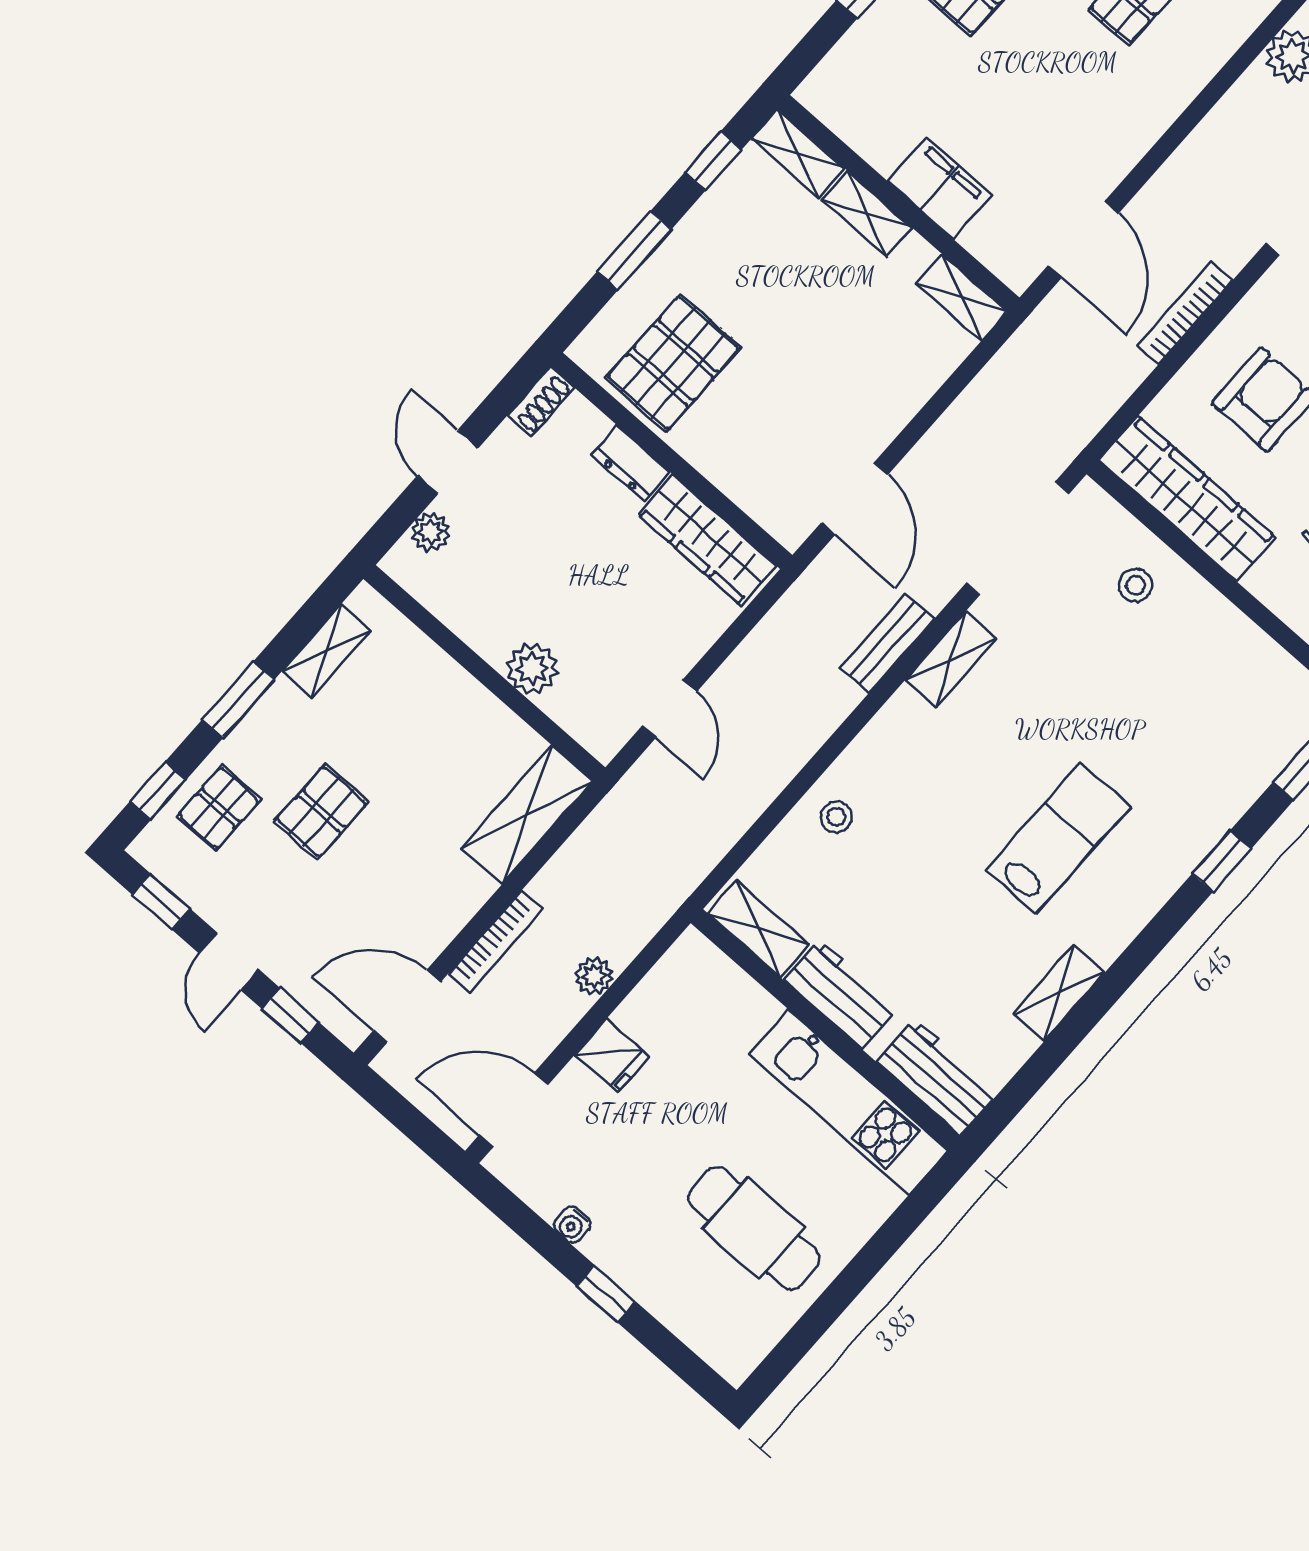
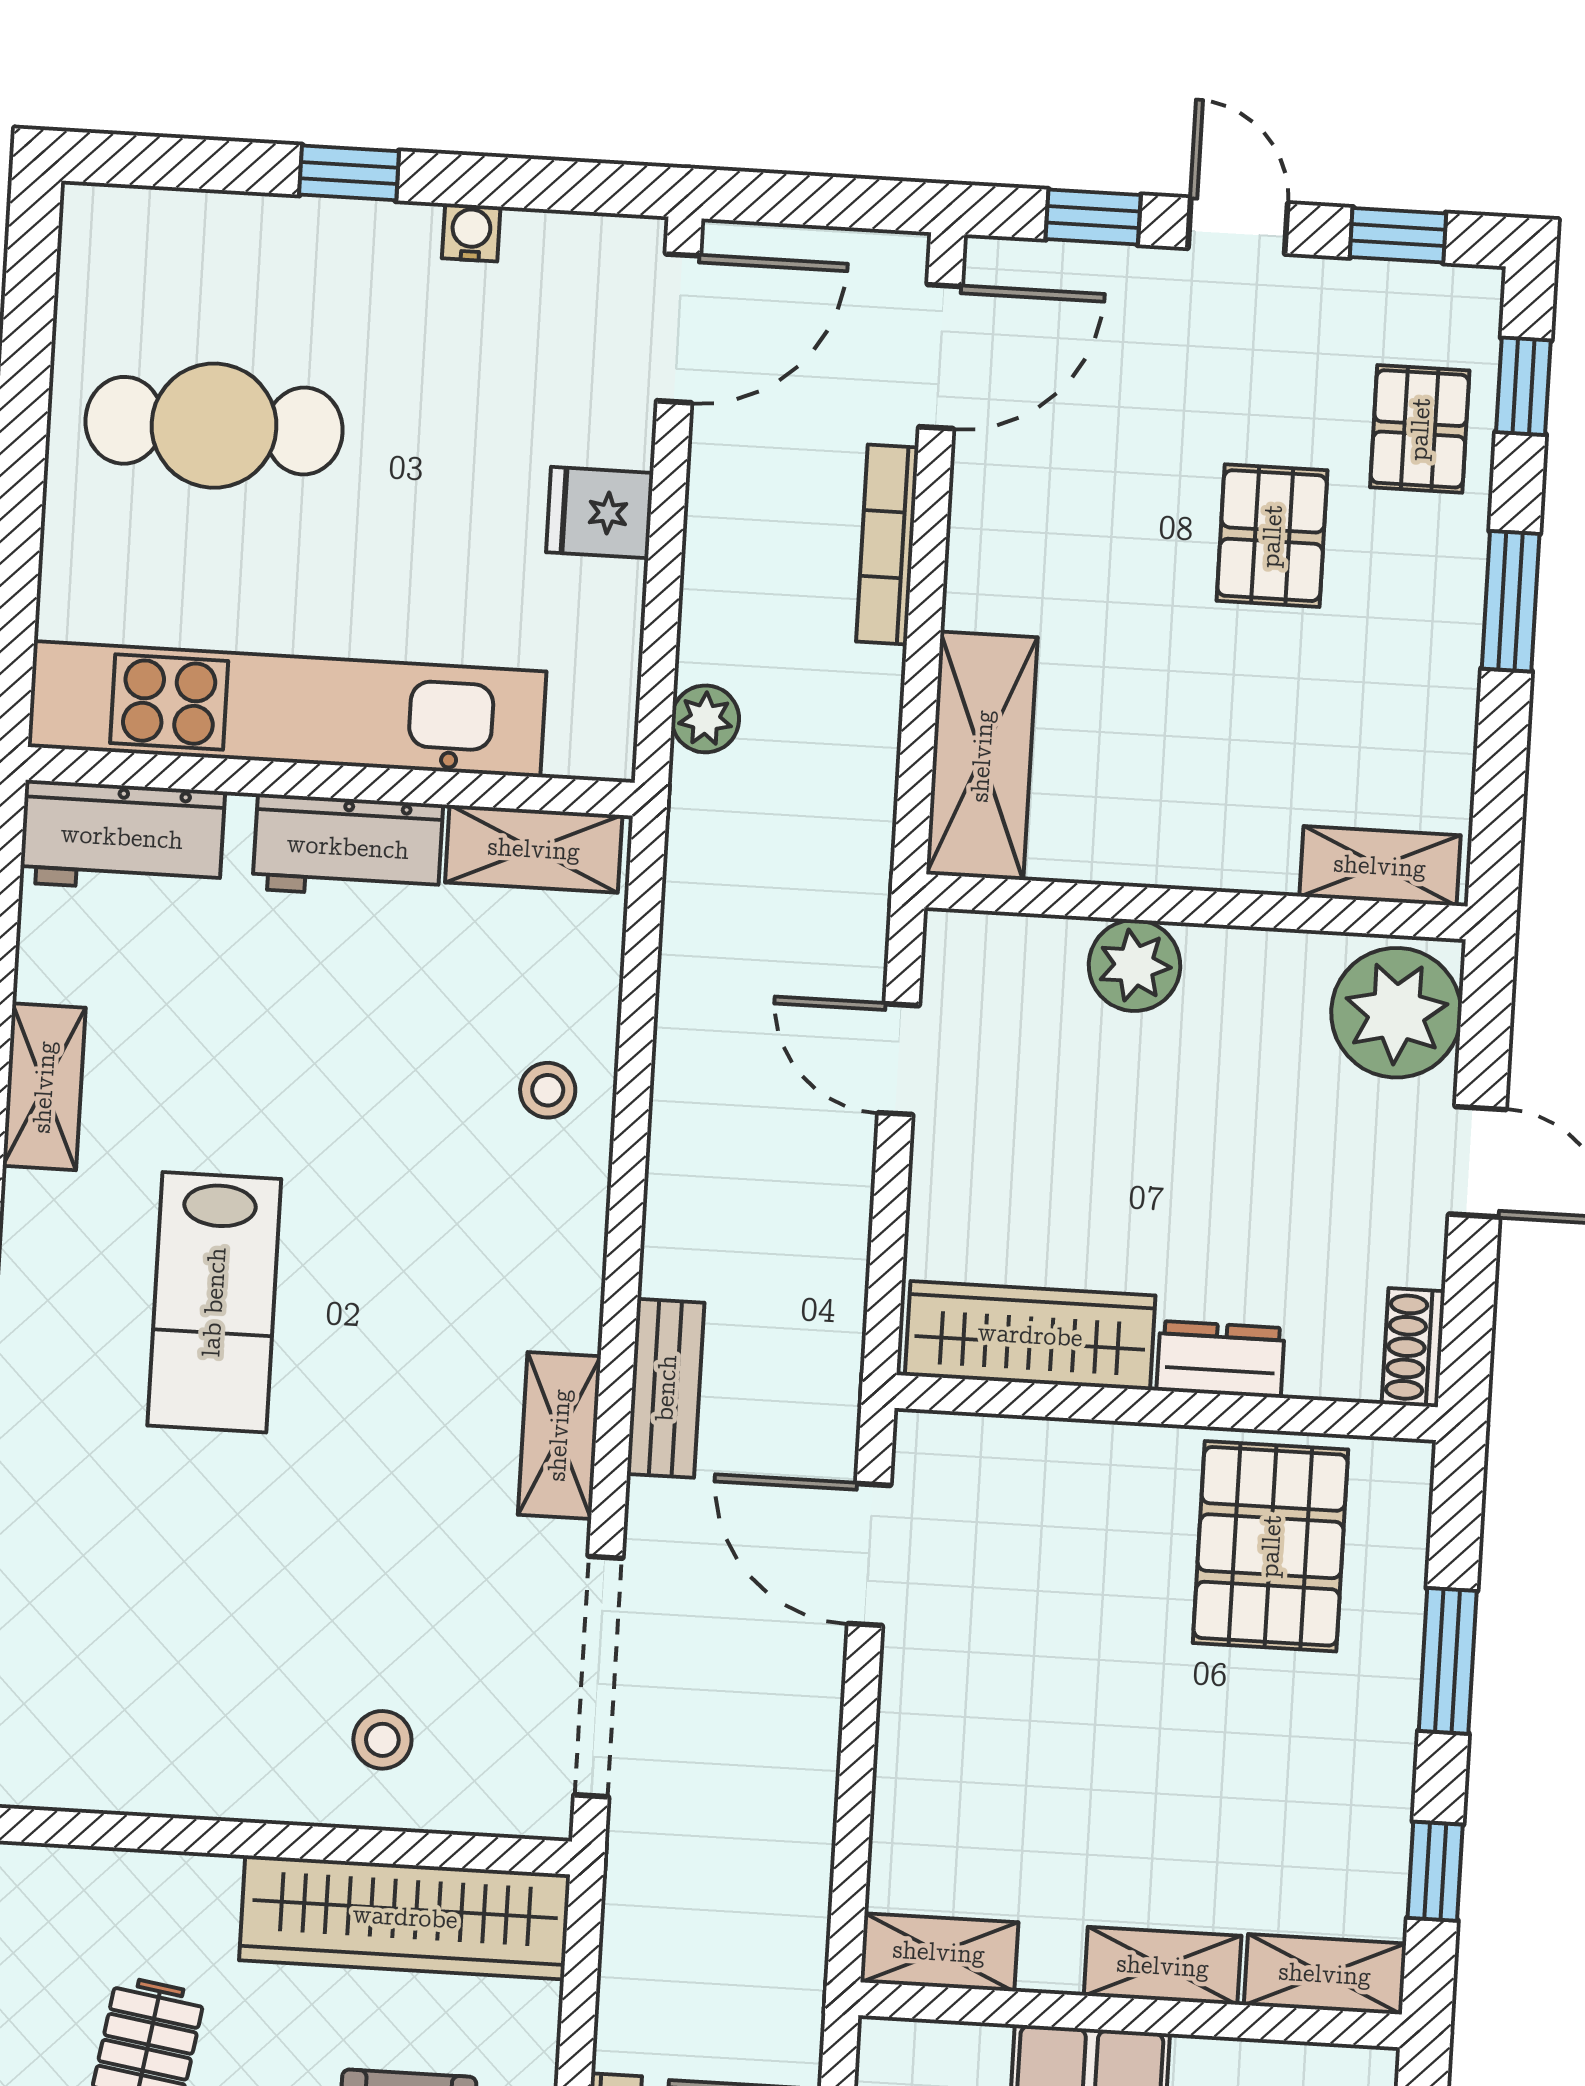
plant: (430, 532) -> (1396, 1013), width x1.87, depth x1.87
shelving: (326, 651) -> (1380, 866), moved, turned 90
plant: (594, 976) -> (705, 719), moved
kitchen unit: (849, 1102) -> (287, 709), width x1.36

